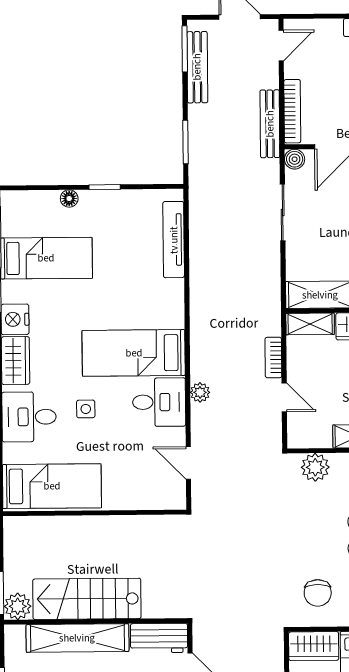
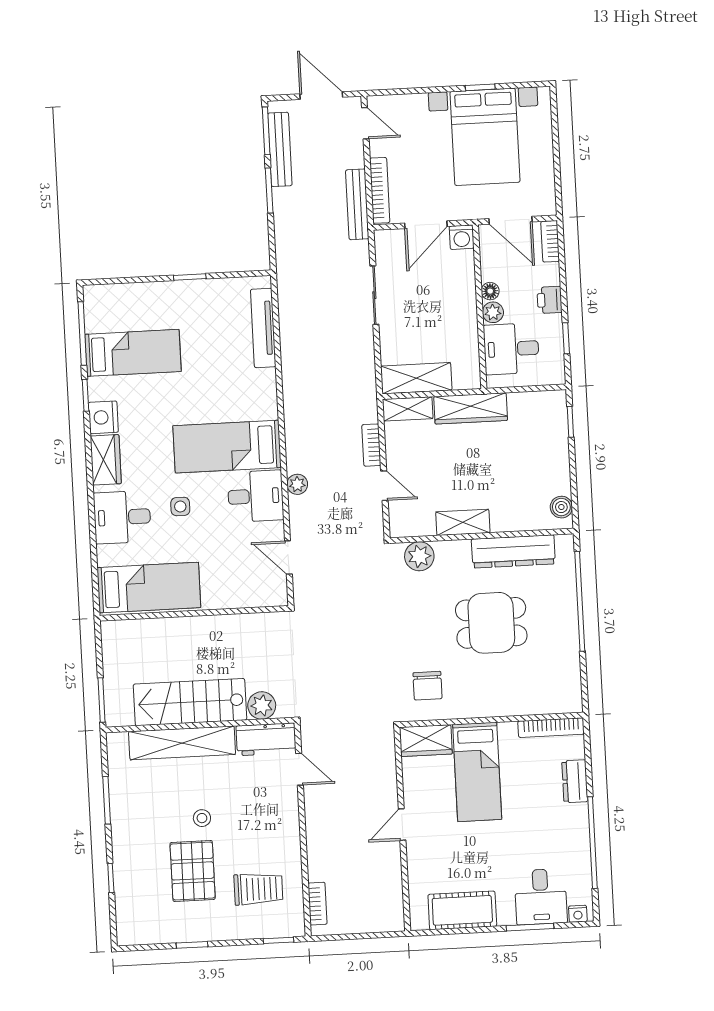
door: (281, 46) -> (365, 123), hinge flipped
window: (186, 142) -> (269, 191), moved
boiler: (295, 159) -> (384, 240), removed
floor lamp: (69, 199) -> (154, 290), removed
plant: (18, 606) -> (262, 705), moved

